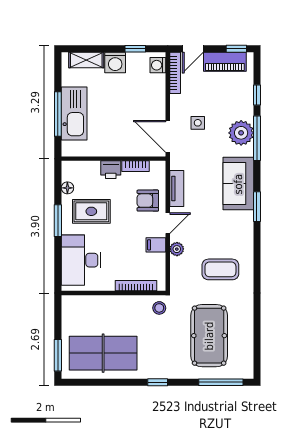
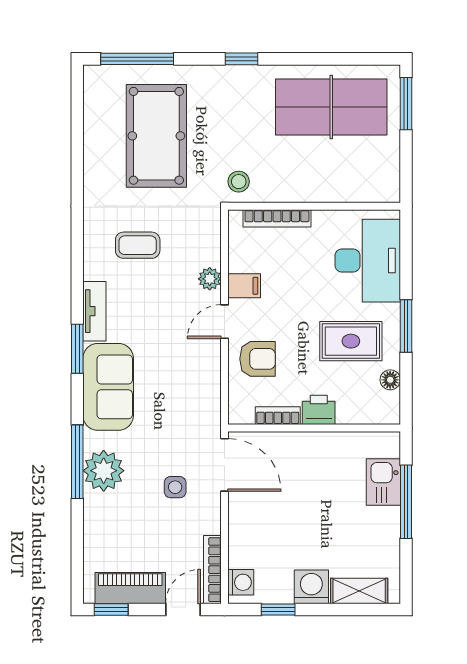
window: (257, 95) -> (77, 533), removed
kitchen sink: (74, 114) -> (383, 482), width x0.53, depth x0.81
tv unit: (177, 188) -> (94, 311), moved, turned 180
coffee table: (220, 269) -> (138, 245), width x0.73, depth x0.77

